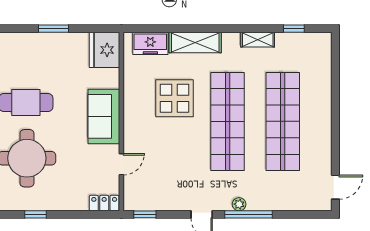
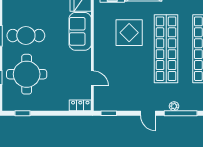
sofa: (104, 116) -> (80, 31), moved
door: (121, 164) -> (92, 78), hinge flipped
window: (36, 214) -> (22, 113), moved

